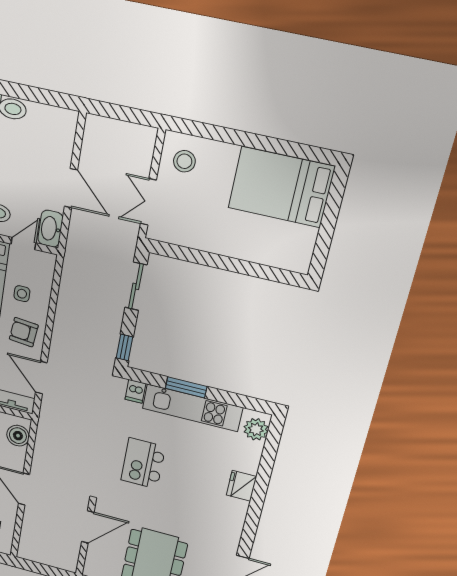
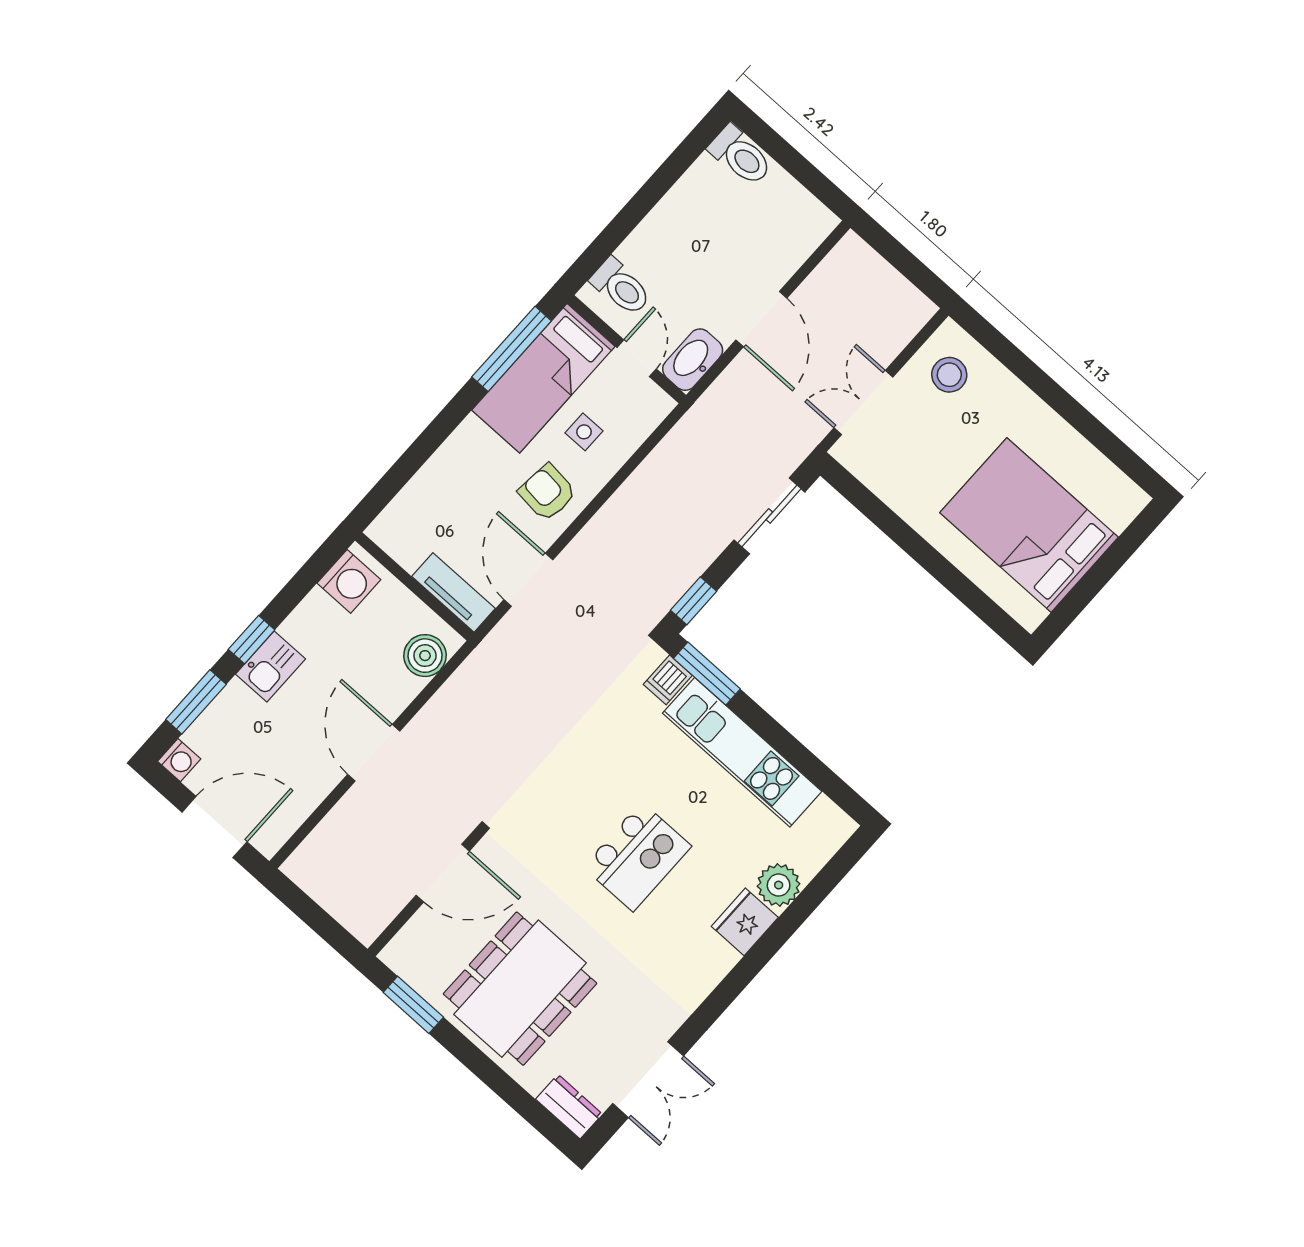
bed: (281, 187) -> (1029, 525), moved
door: (23, 243) -> (637, 358), hinge flipped
window: (186, 387) -> (707, 674), moved
plant: (256, 429) -> (779, 885), moved
kitchen island: (143, 463) -> (637, 857), moved, turned 180

